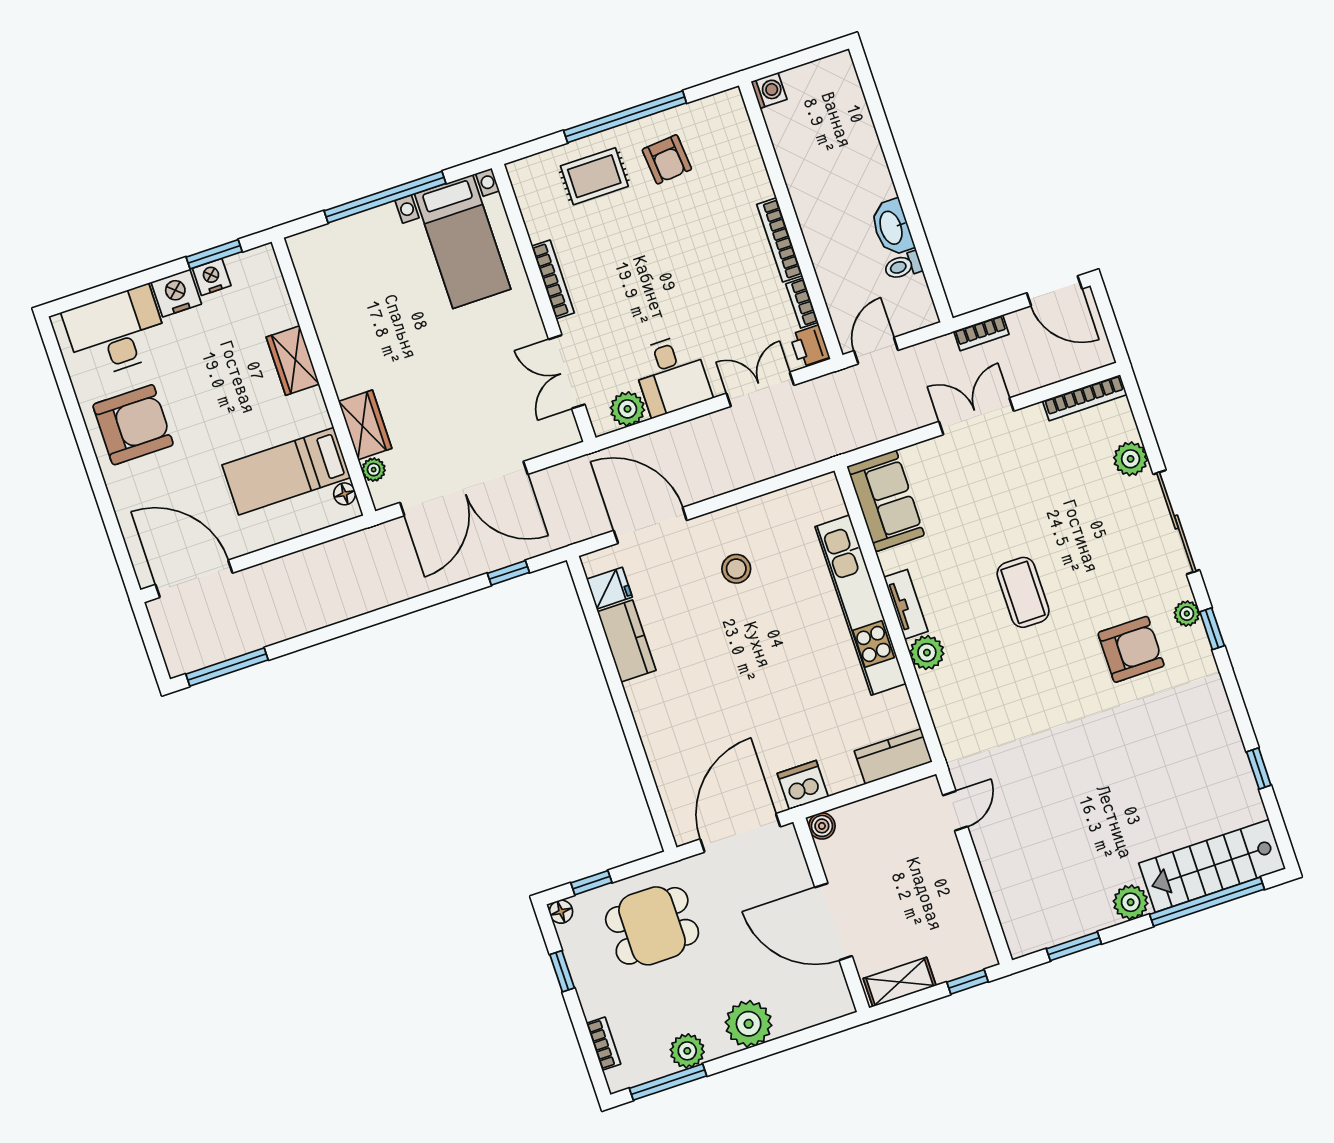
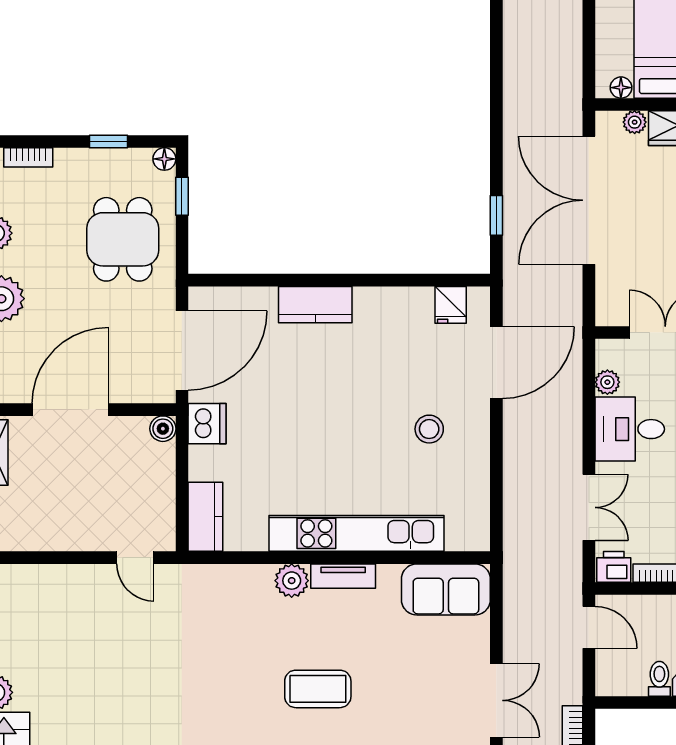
plant: (627, 409) -> (607, 382), width x0.73, depth x0.73
kitchen counter: (627, 641) -> (315, 305), moved
door: (740, 833) -> (182, 350), hinge flipped

